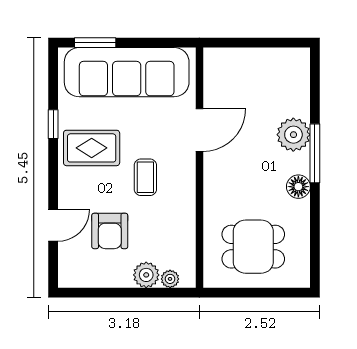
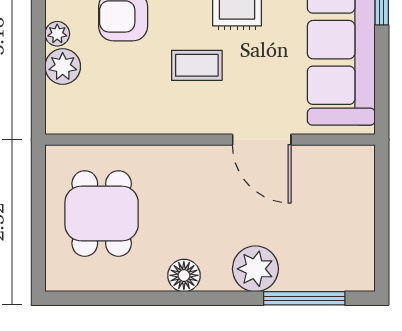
window: (315, 153) -> (304, 298), moved
plant: (170, 279) -> (57, 34), moved

